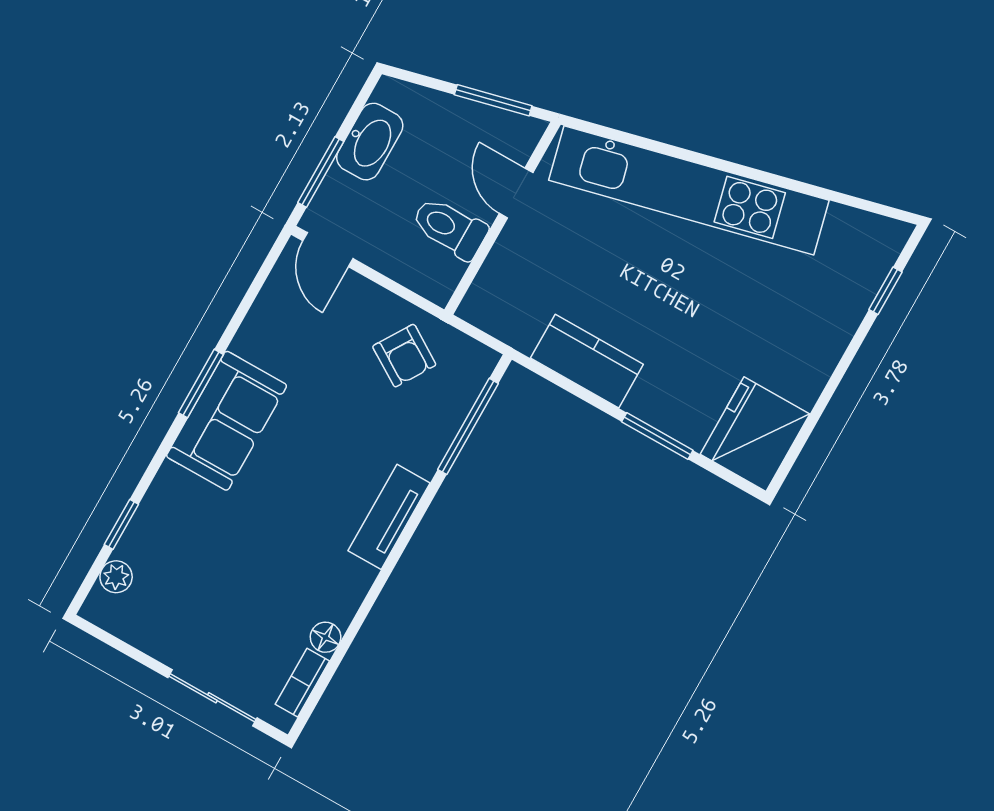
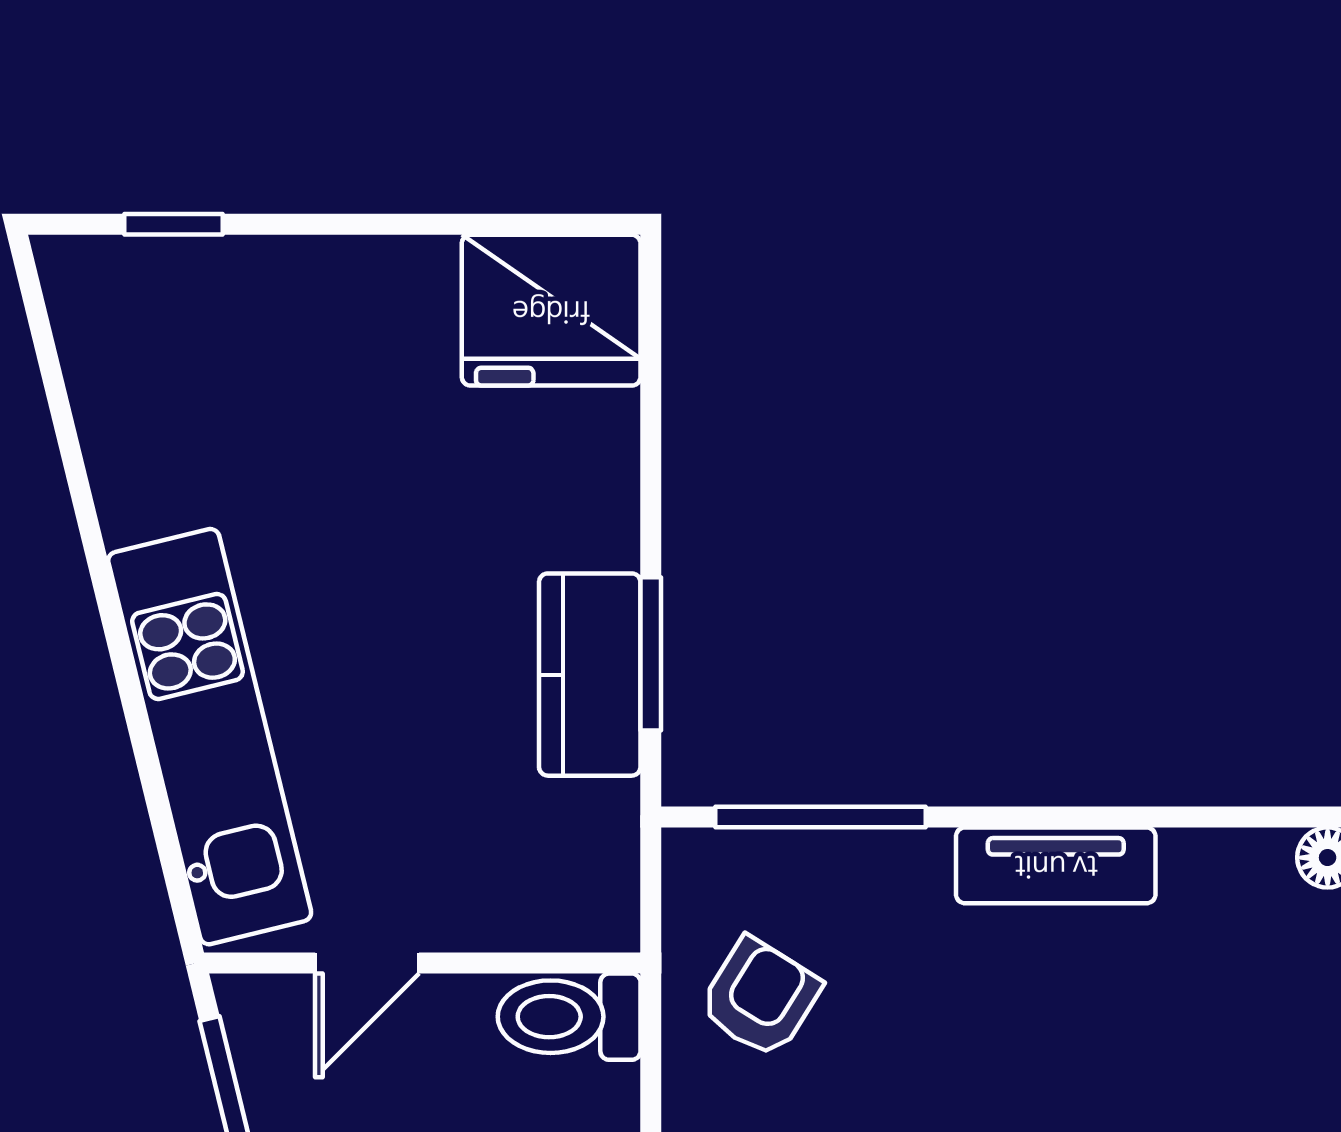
kitchen unit: (689, 190) -> (210, 737), width x0.73
toilet: (450, 228) -> (569, 1017), moved, turned 90
window: (657, 436) -> (651, 654), moved

